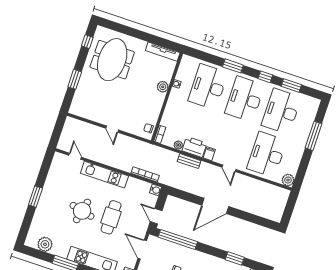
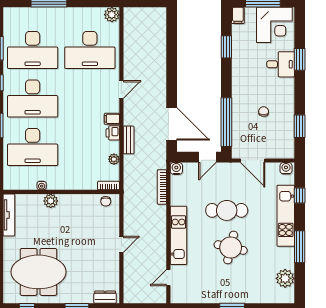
dresser: (76, 104) -> (105, 297), added
printer: (194, 147) -> (113, 133), width x0.53, depth x0.68
door: (215, 206) -> (172, 124), moved
door: (142, 250) -> (253, 160), hinge flipped

